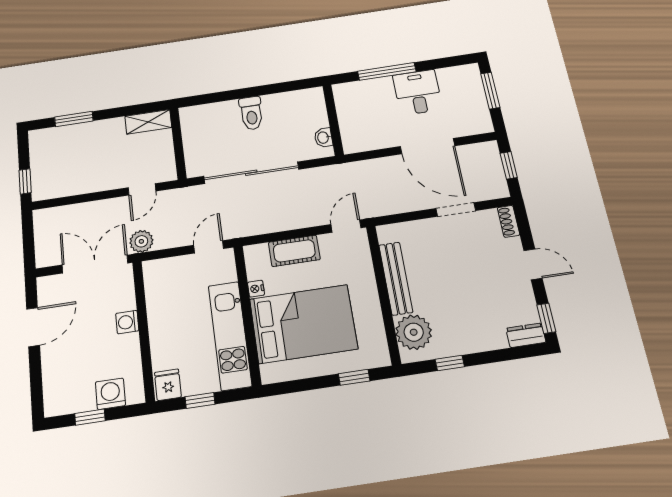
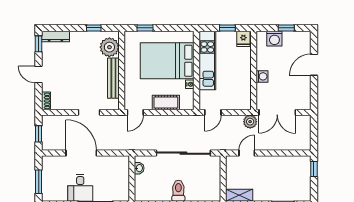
doorway: (456, 209) -> (89, 112), moved
door: (33, 327) -> (314, 65), moved
dresser: (526, 335) -> (55, 37), width x1.44

